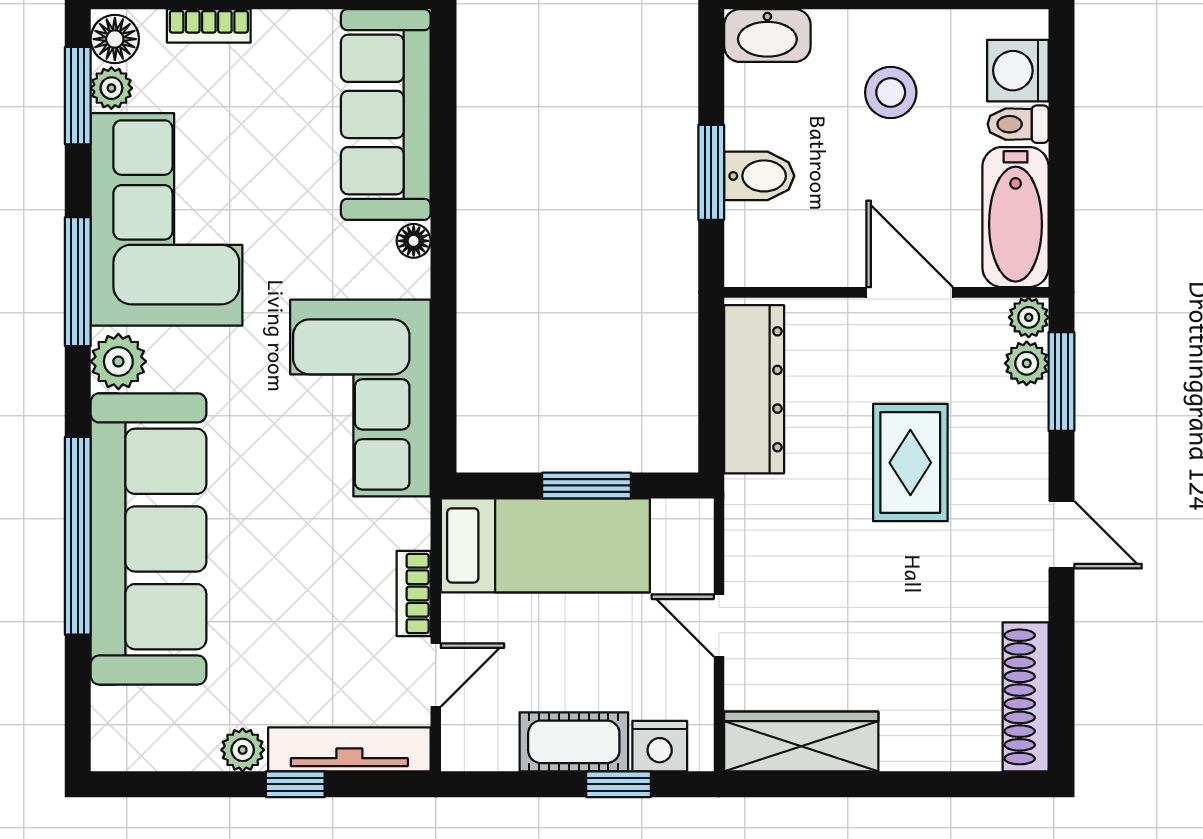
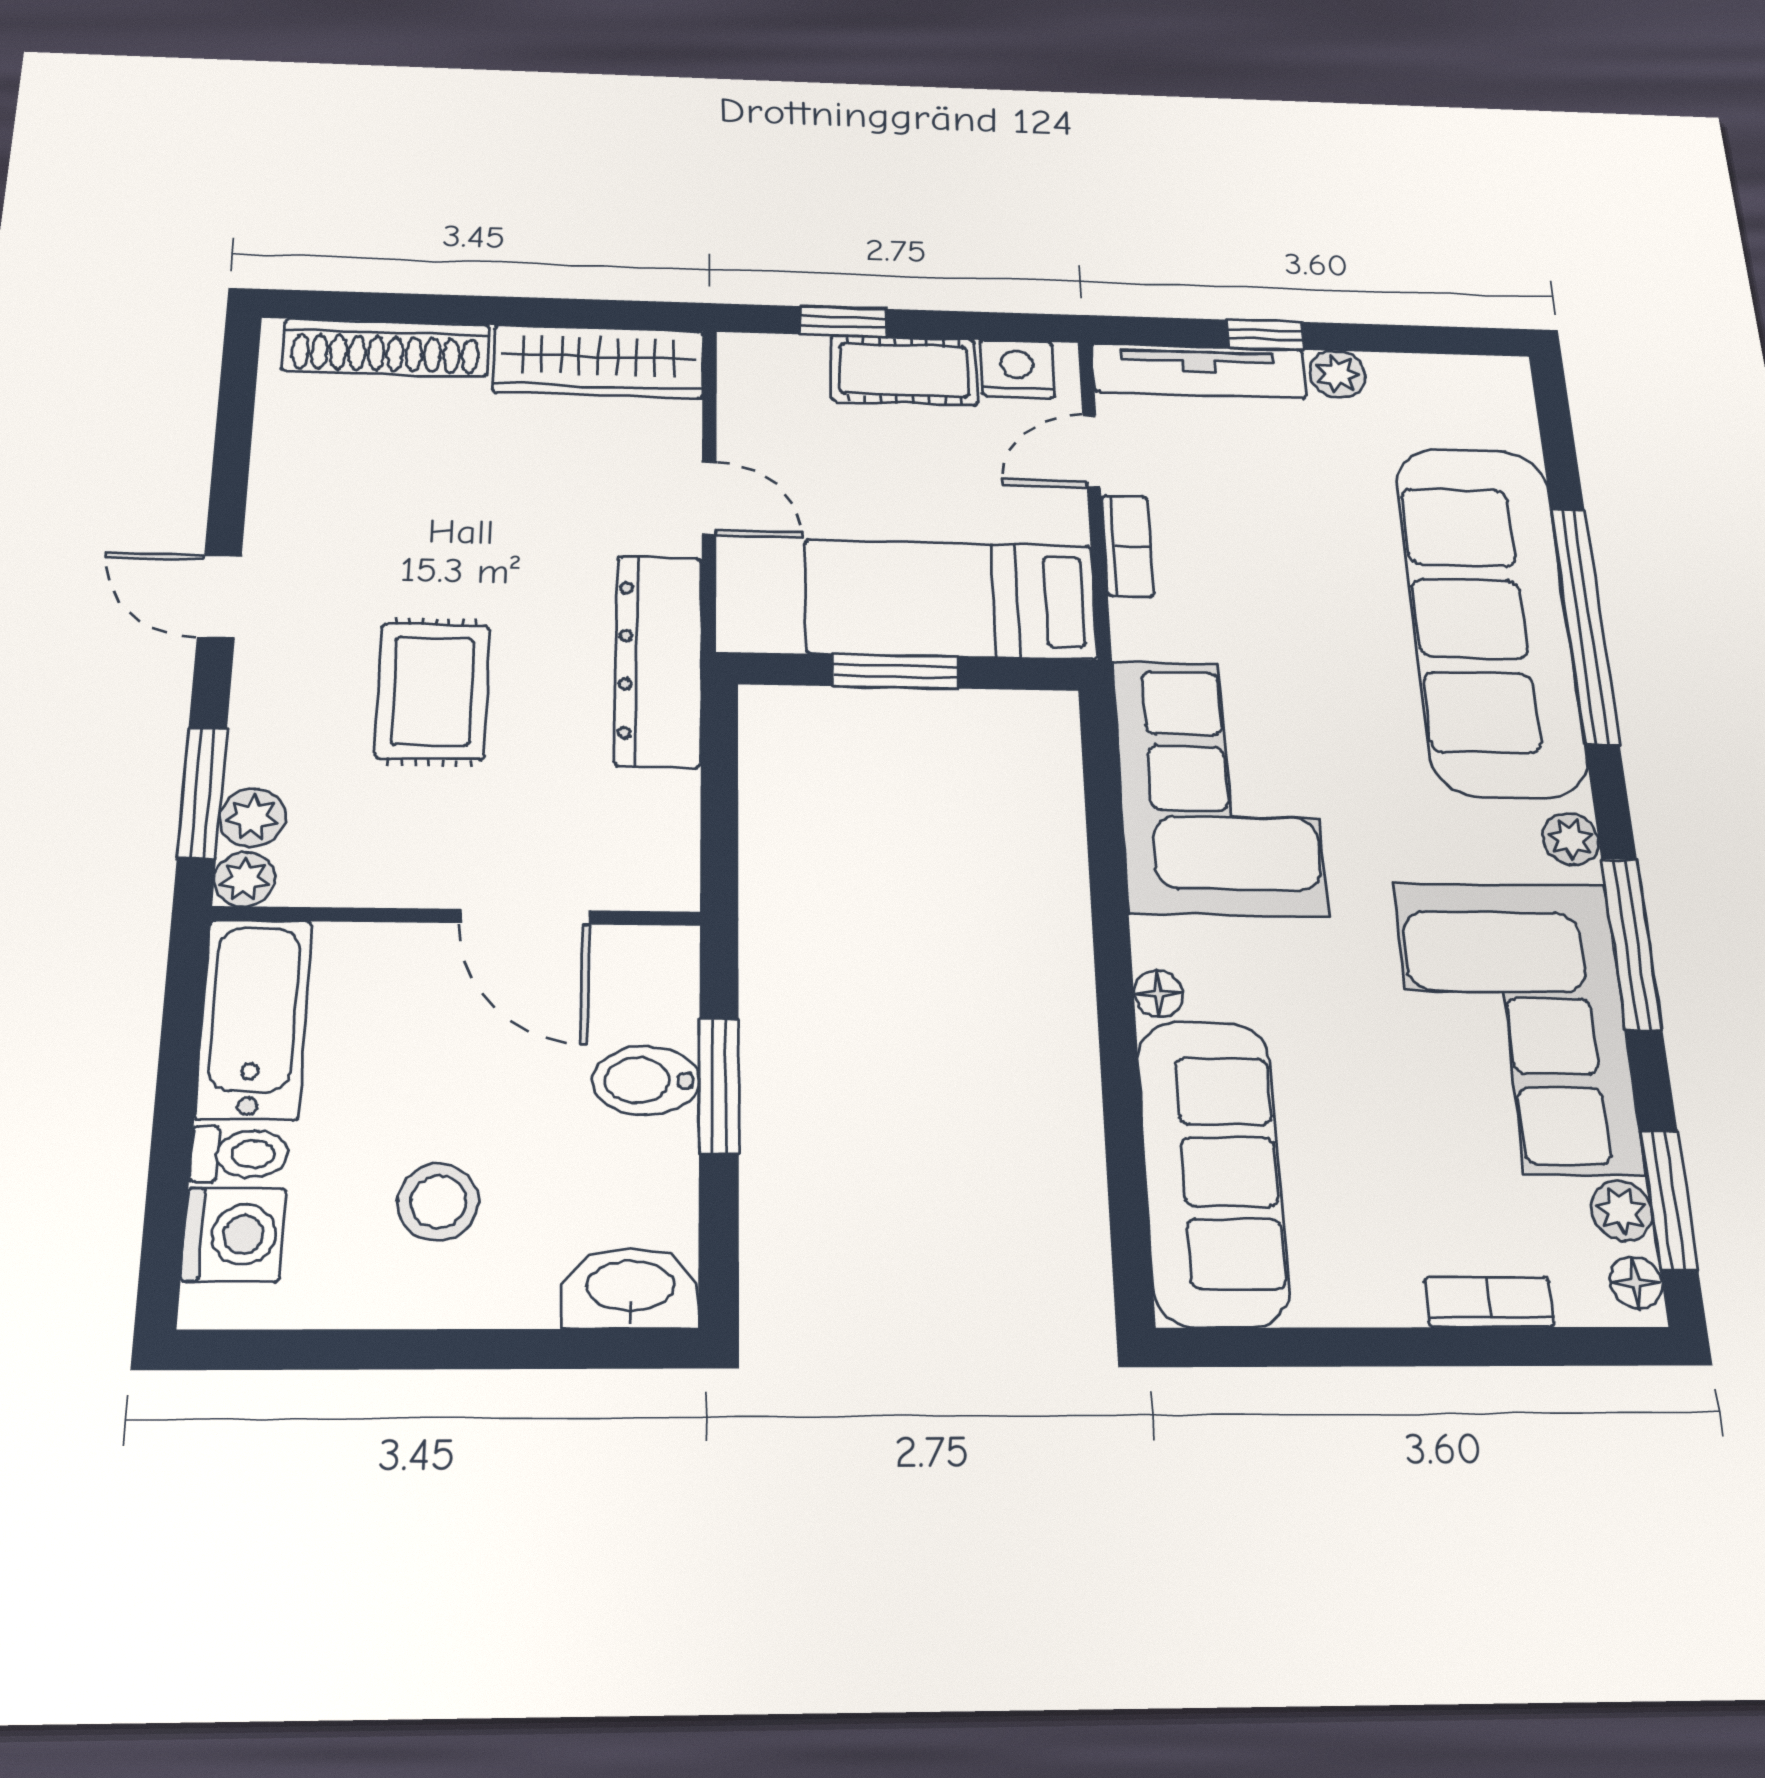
floor lamp: (115, 39) -> (1636, 1282), width x0.73, depth x0.73
door: (910, 292) -> (525, 917), moved
plant: (118, 361) -> (1571, 839), width x0.73, depth x0.73
dresser: (754, 389) -> (659, 660), moved
shoe rack: (1026, 697) -> (386, 348), moved, turned 90
nightstand: (660, 746) -> (1017, 369), moved

